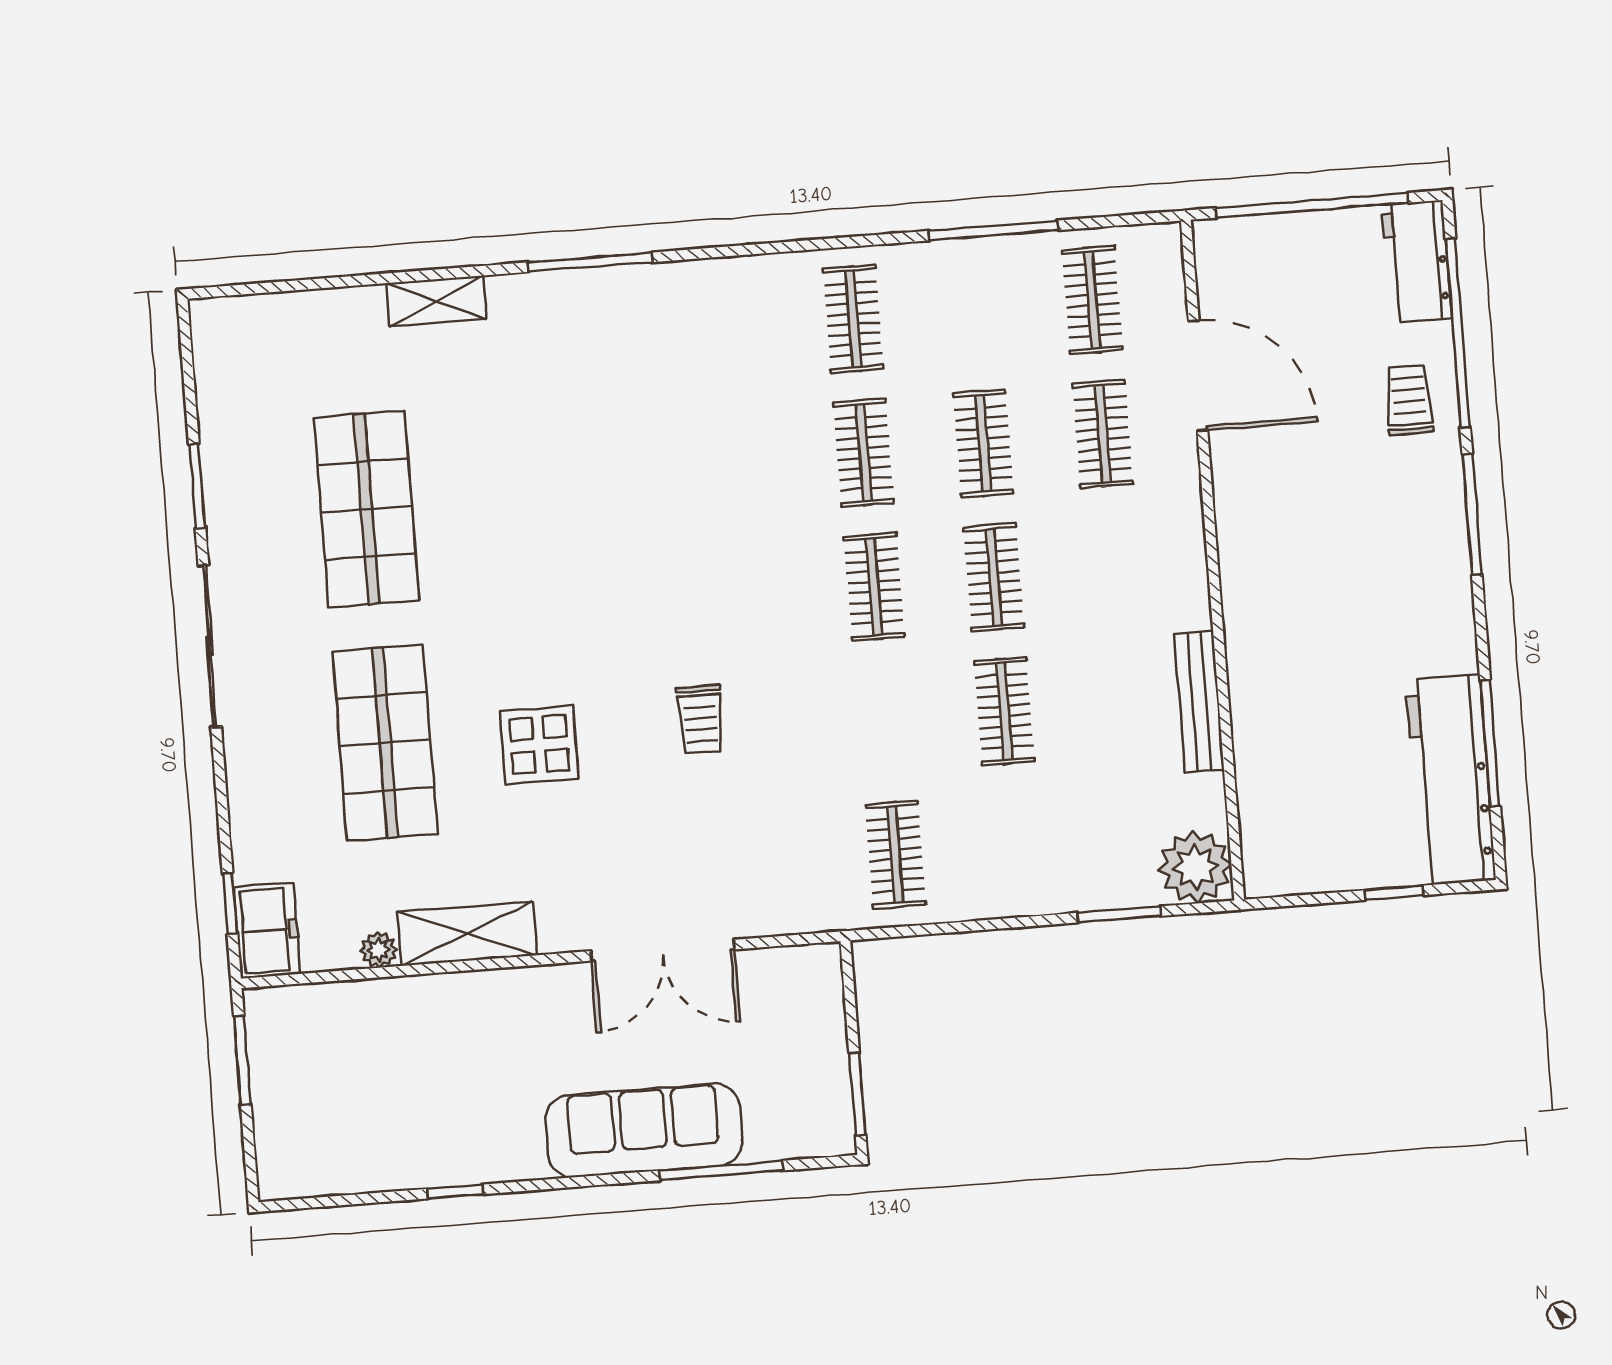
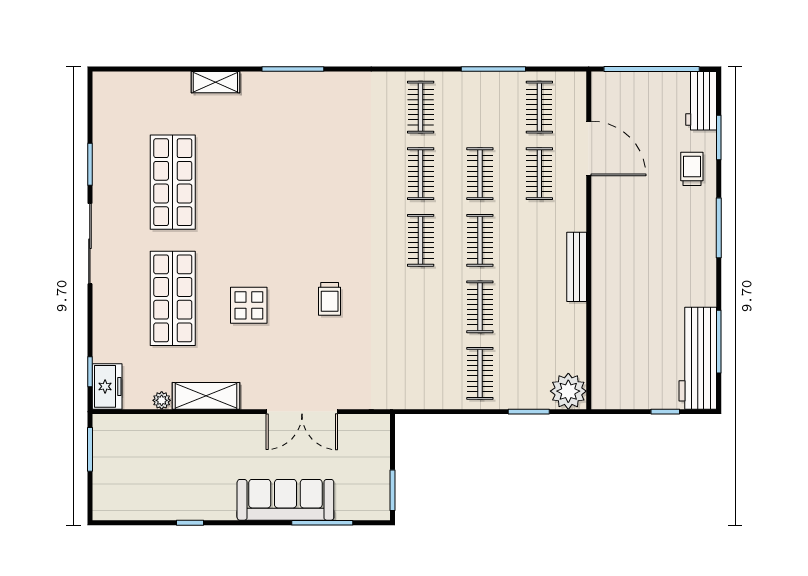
window: (1458, 333) -> (719, 137), width x0.47
bench: (1199, 701) -> (577, 267), moved
clothes rail: (895, 855) -> (480, 373), moved

